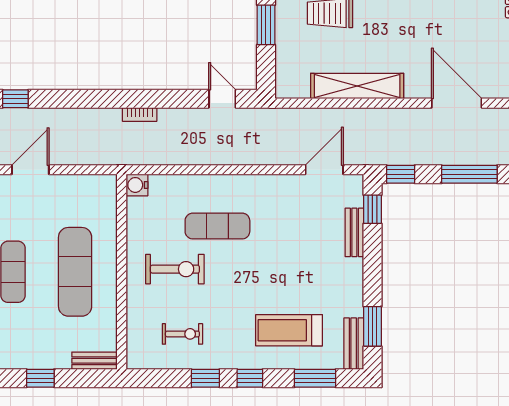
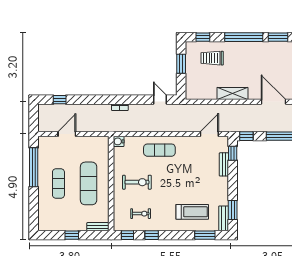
shelving: (357, 86) -> (232, 93), width x0.68
exercise mat: (217, 226) -> (159, 150), moved
treadmill: (289, 330) -> (192, 212), turned 180
window: (250, 378) -> (128, 235), moved

